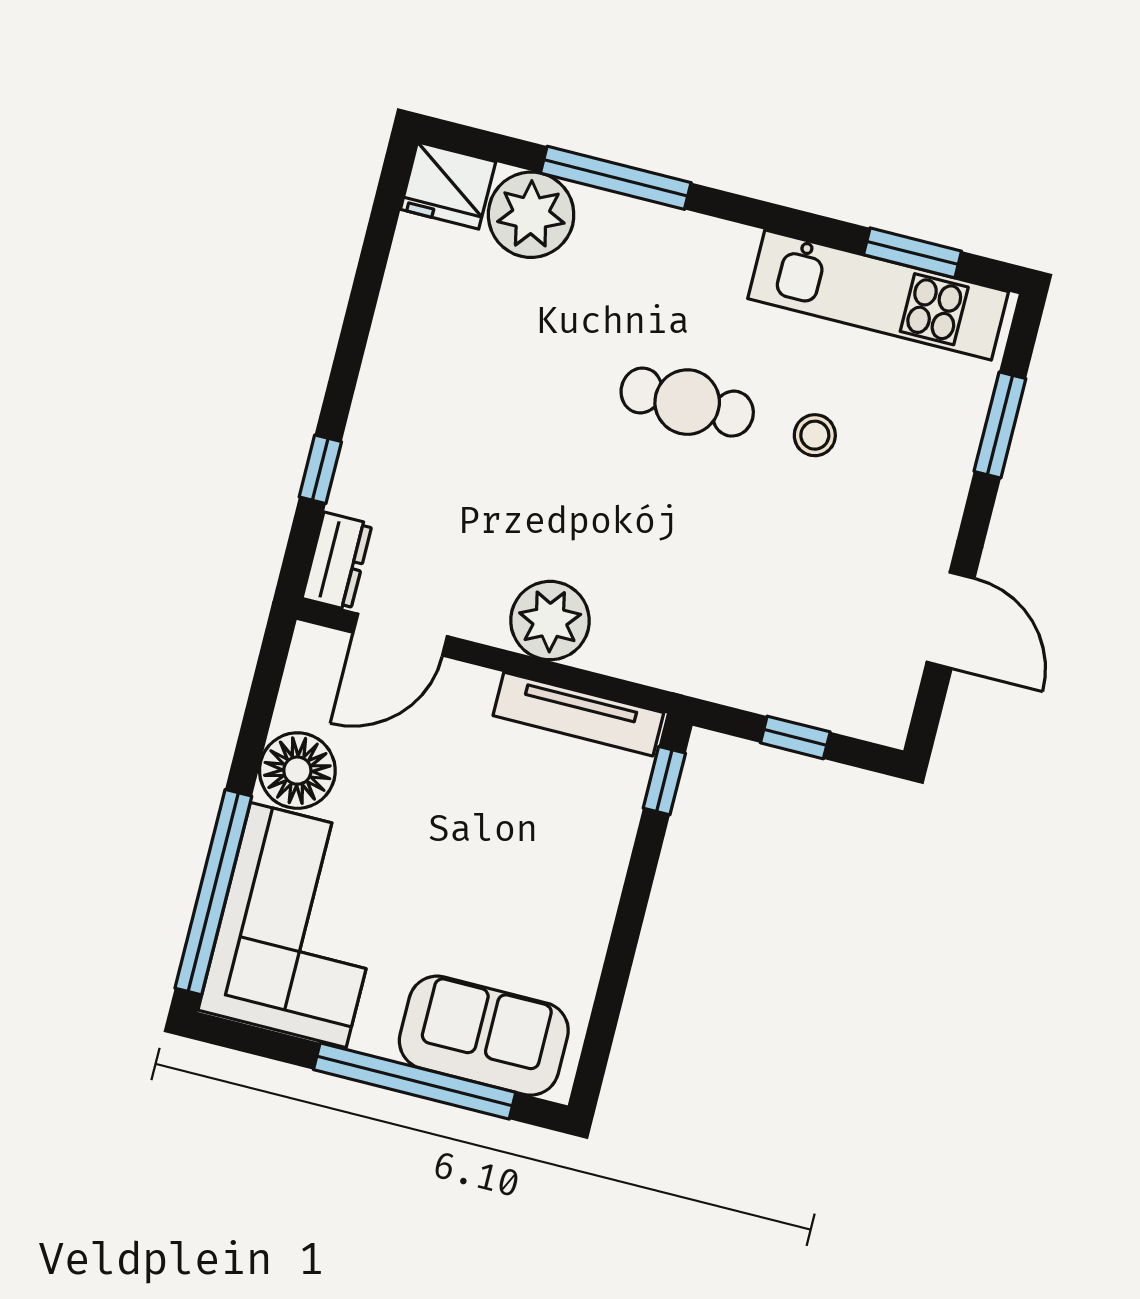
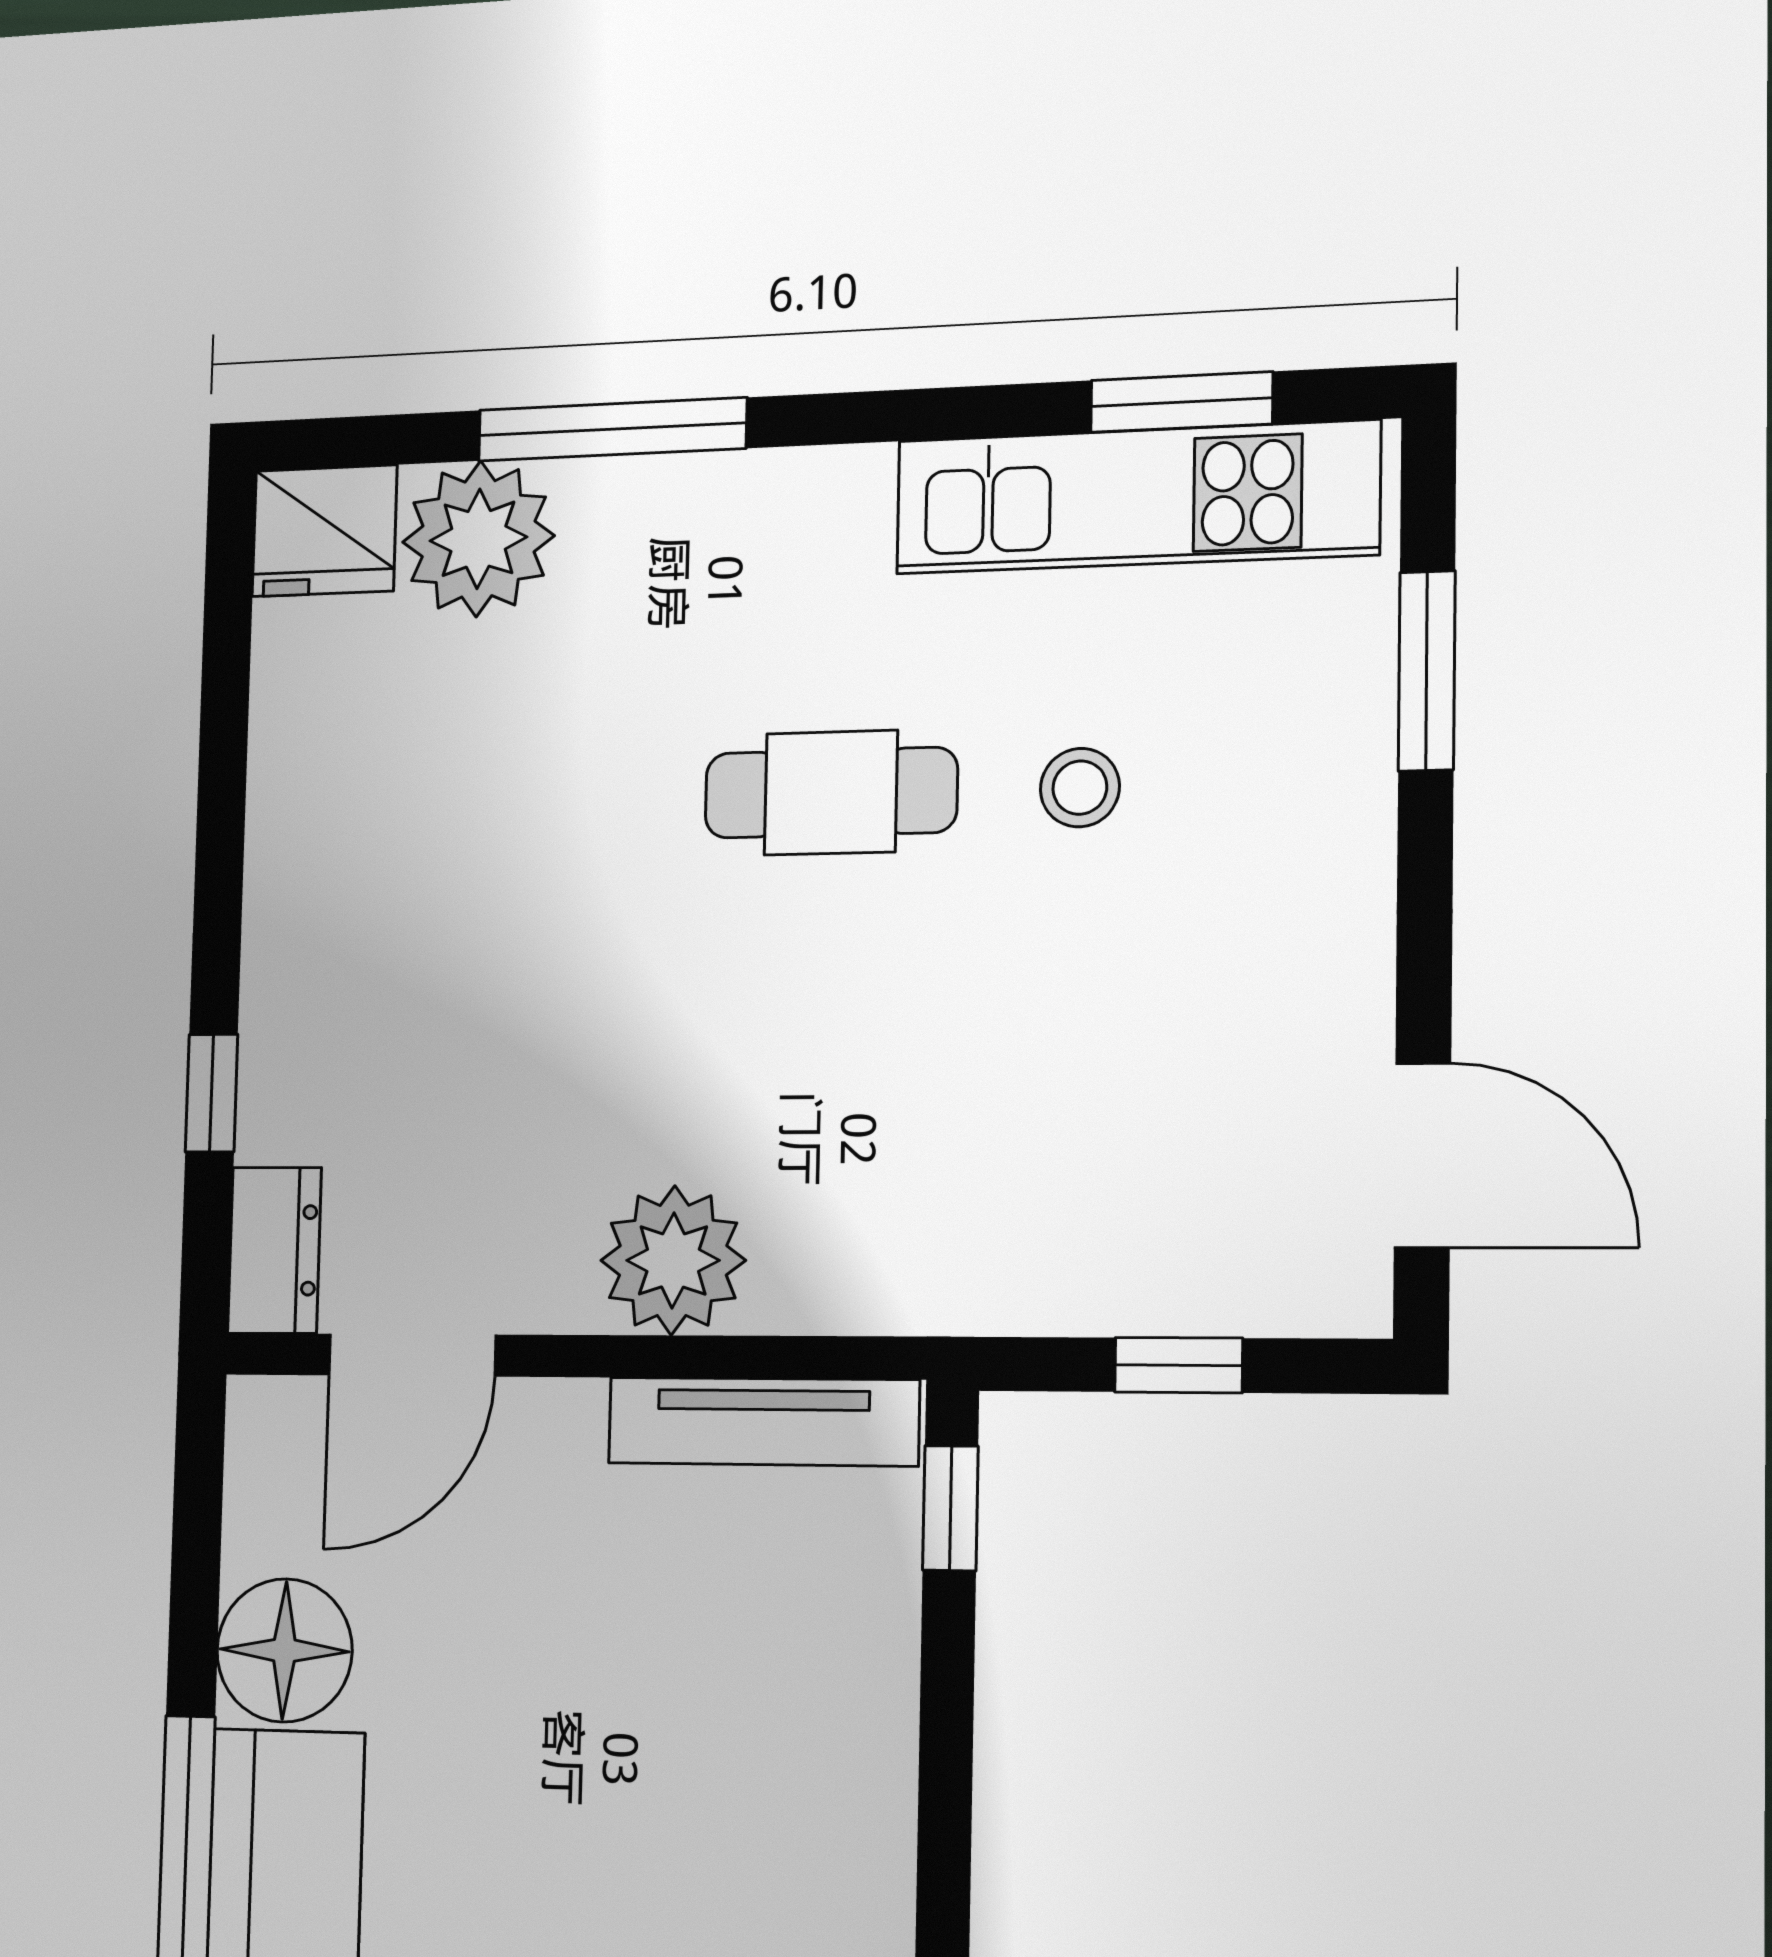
door: (951, 620) -> (1423, 1155), moved

